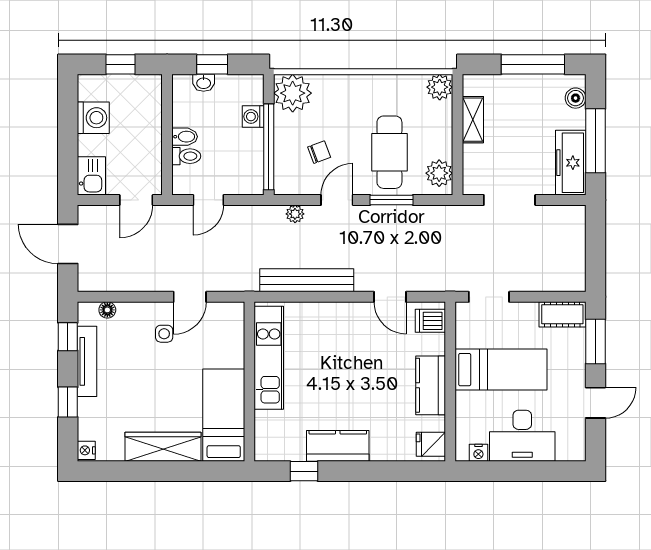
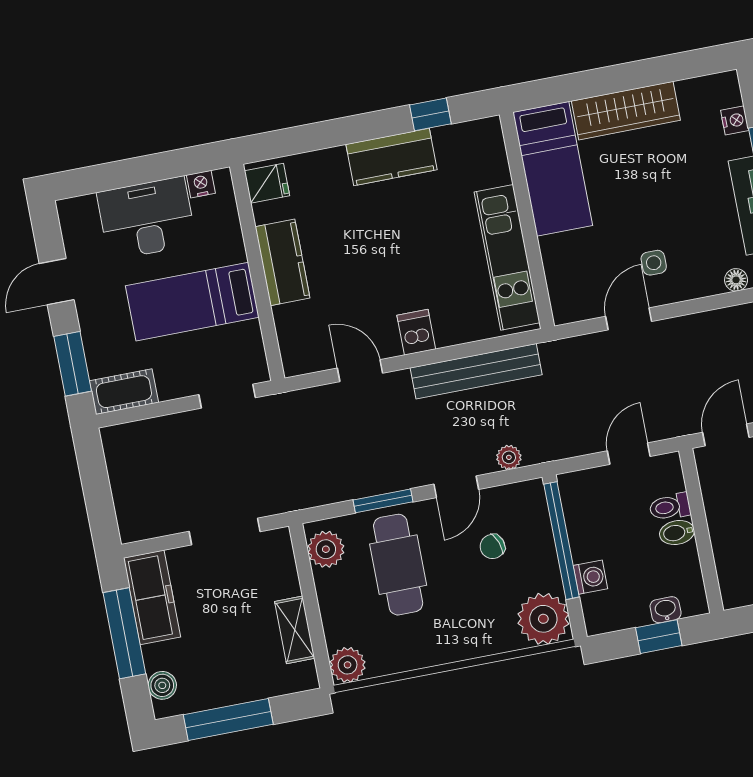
dishwasher: (430, 321) -> (416, 332), moved, turned -90
nightstand: (86, 450) -> (735, 120), moved

